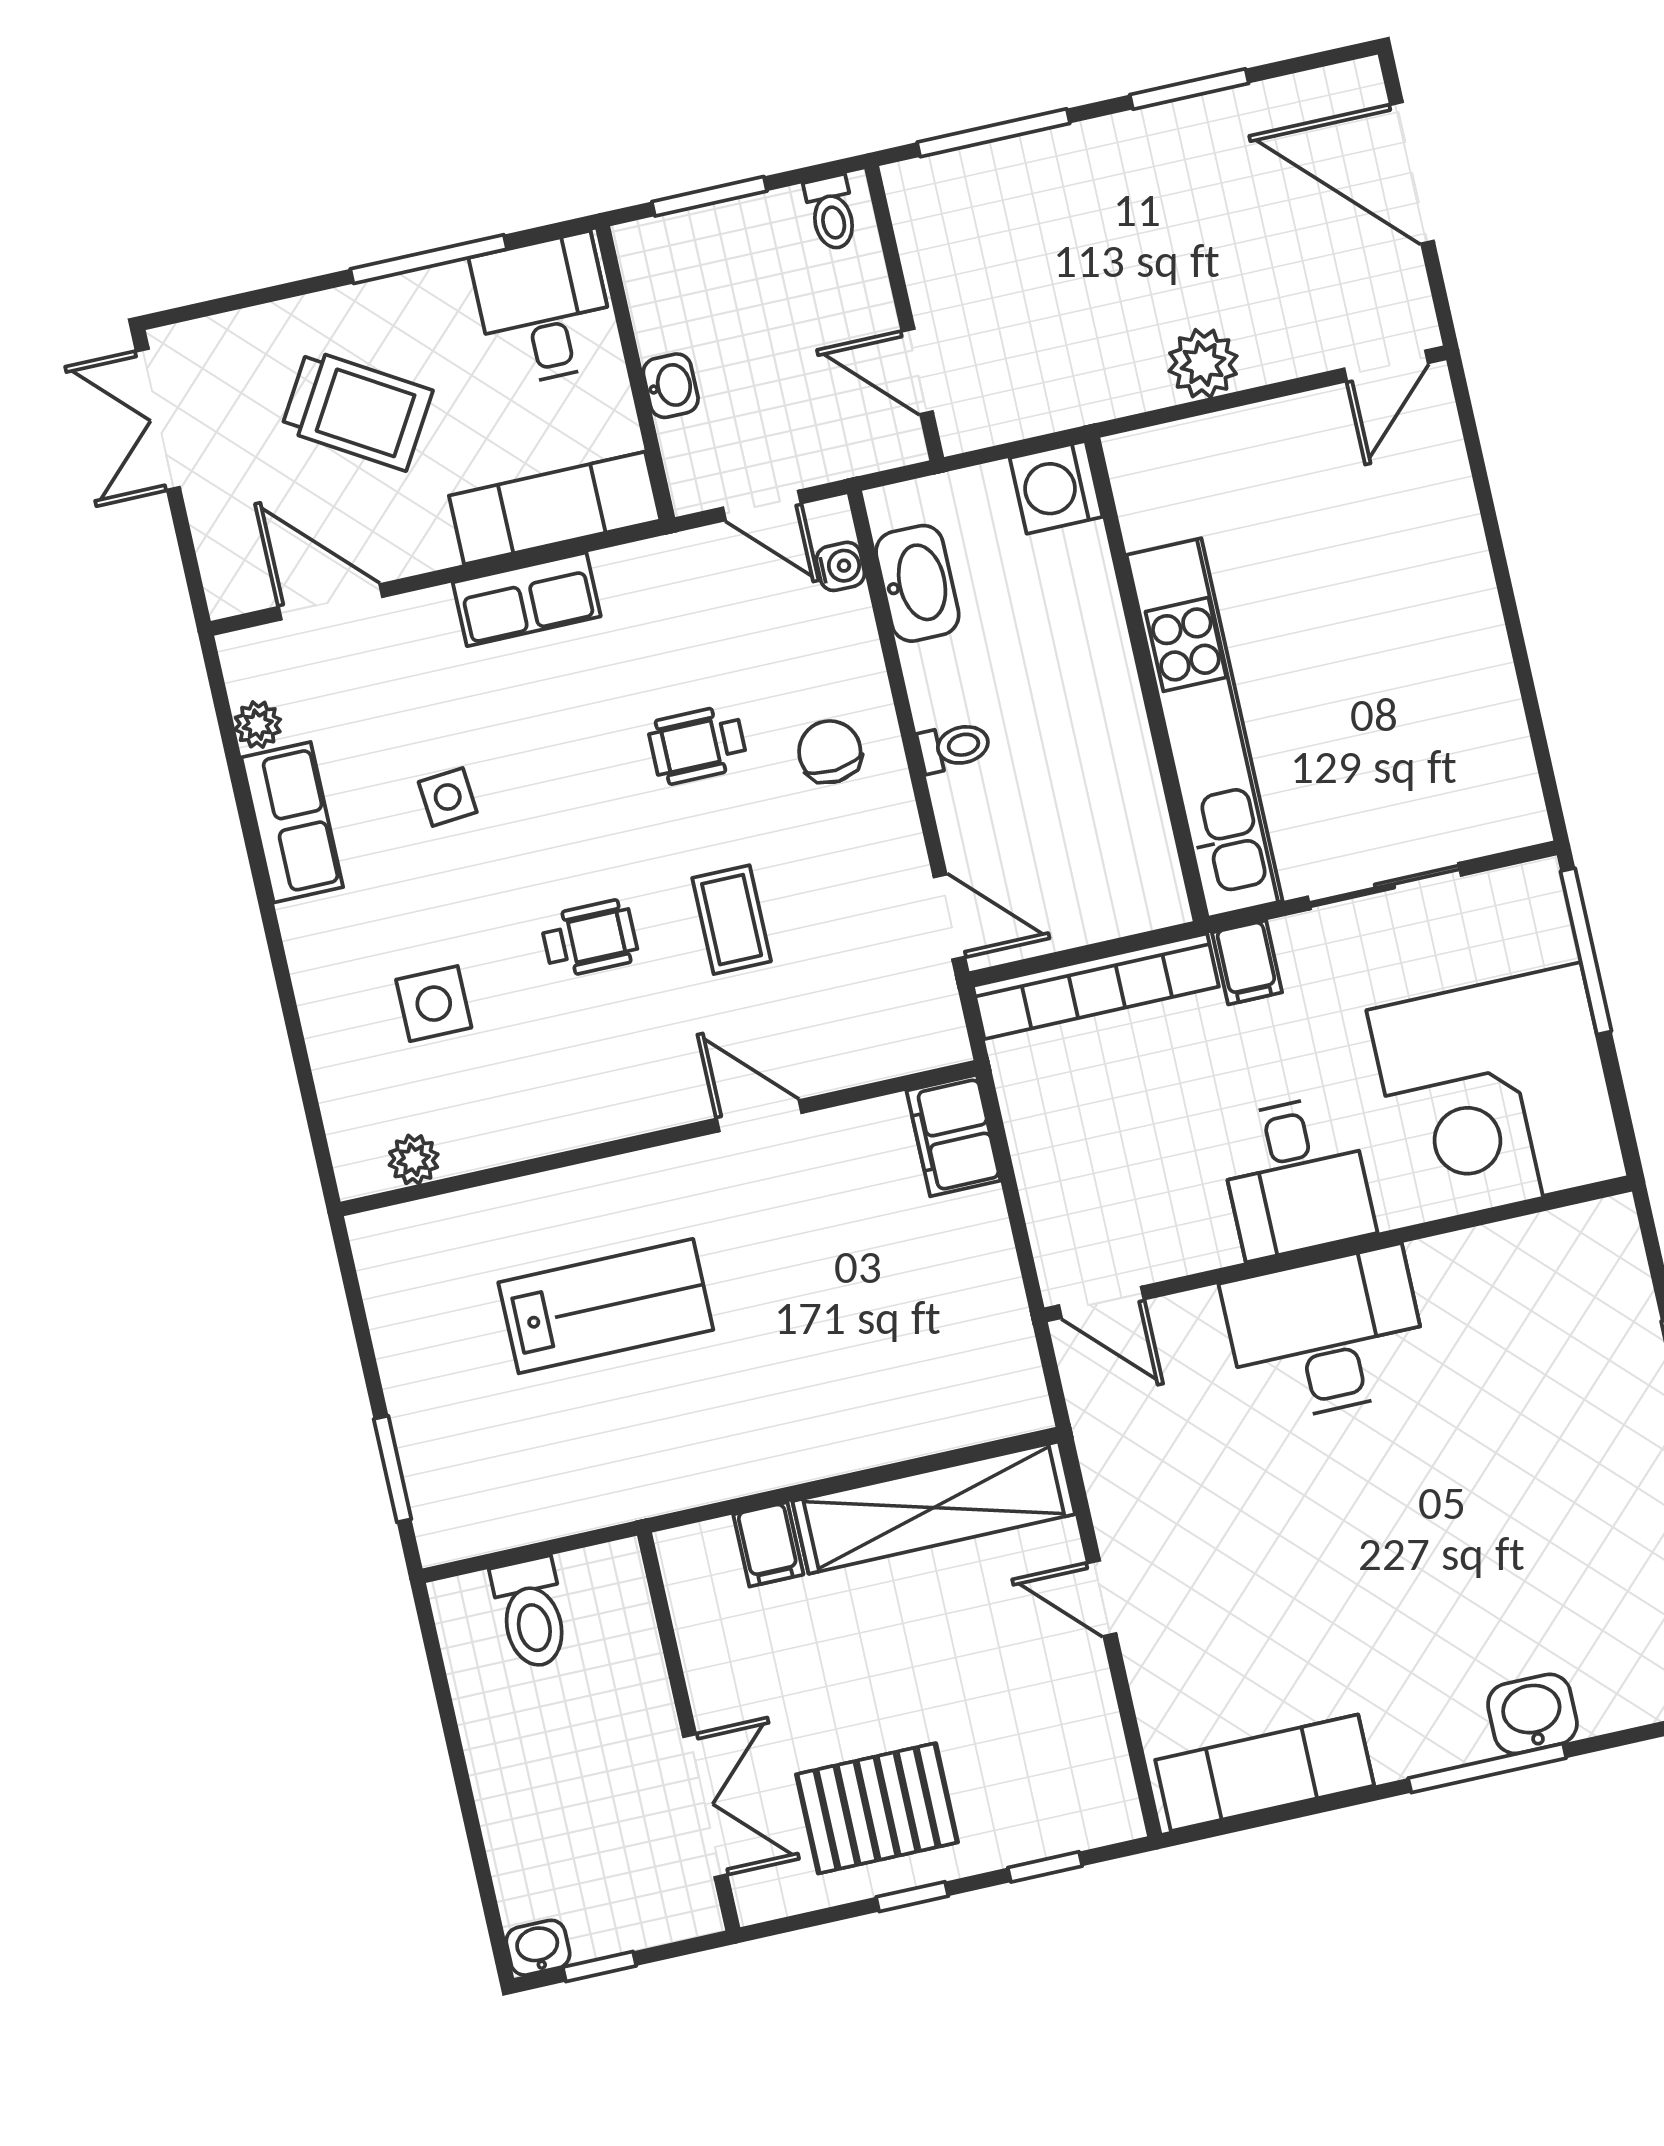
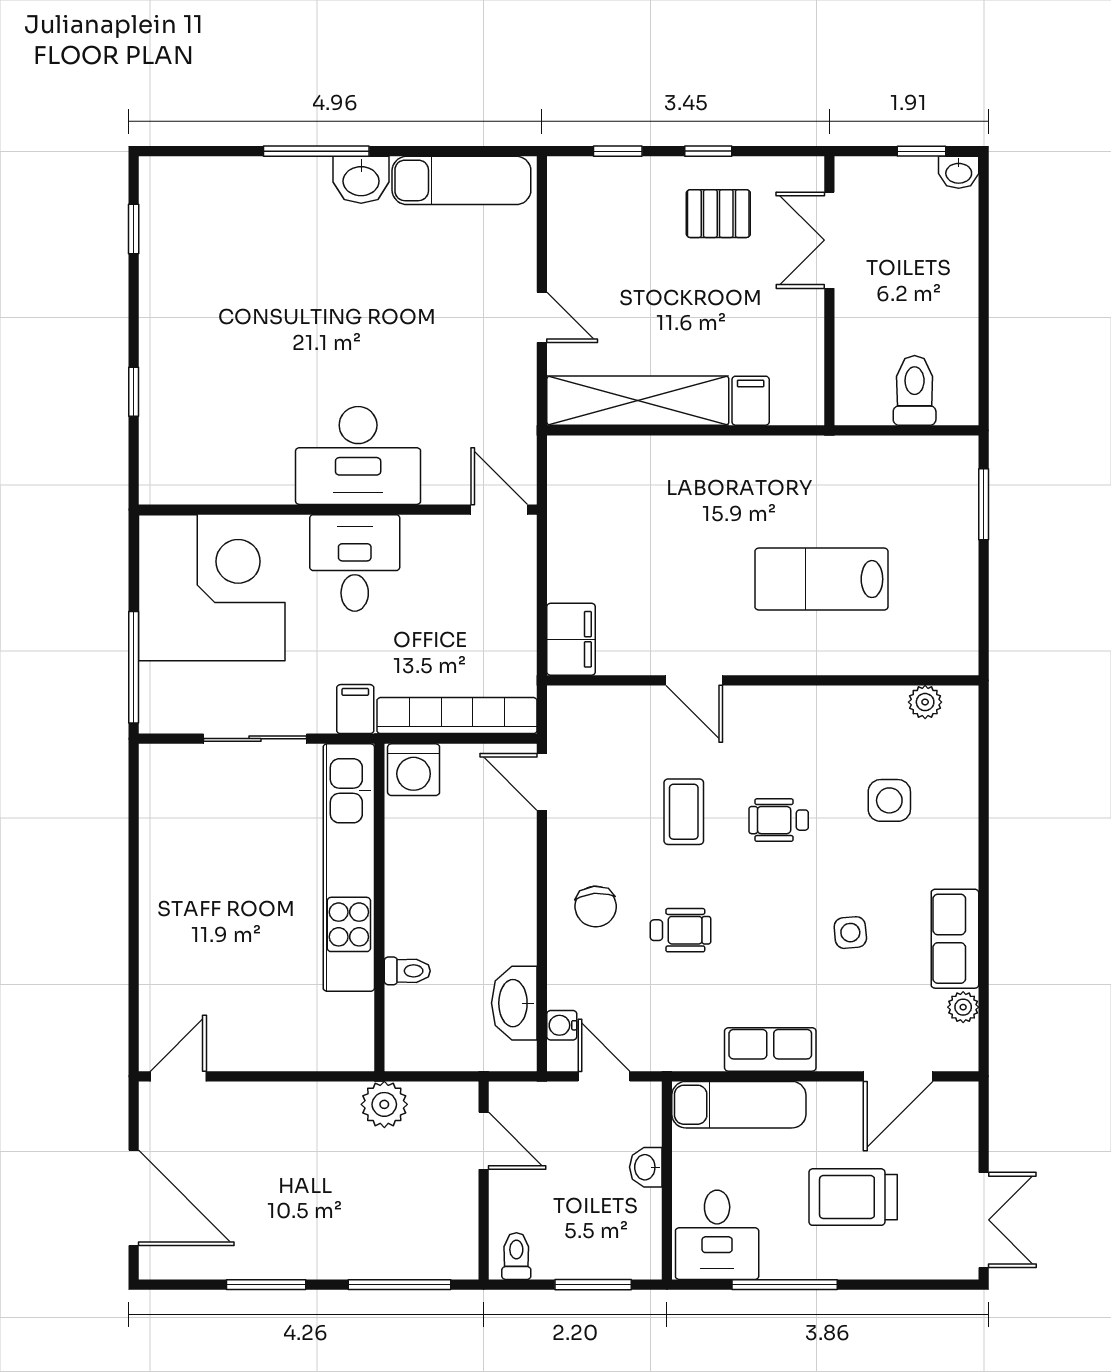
plant: (1203, 364) -> (384, 1104), moved
trolley: (357, 410) -> (853, 1197), turned -31
washing machine: (1056, 487) -> (414, 770), moved, turned 90
door: (330, 602) -> (898, 1076), hinge flipped
toilet: (954, 747) -> (407, 971), moved, turned 180
washbasin: (1532, 1714) -> (361, 180), moved
pallet: (877, 1808) -> (718, 214), width x0.67, depth x0.71

